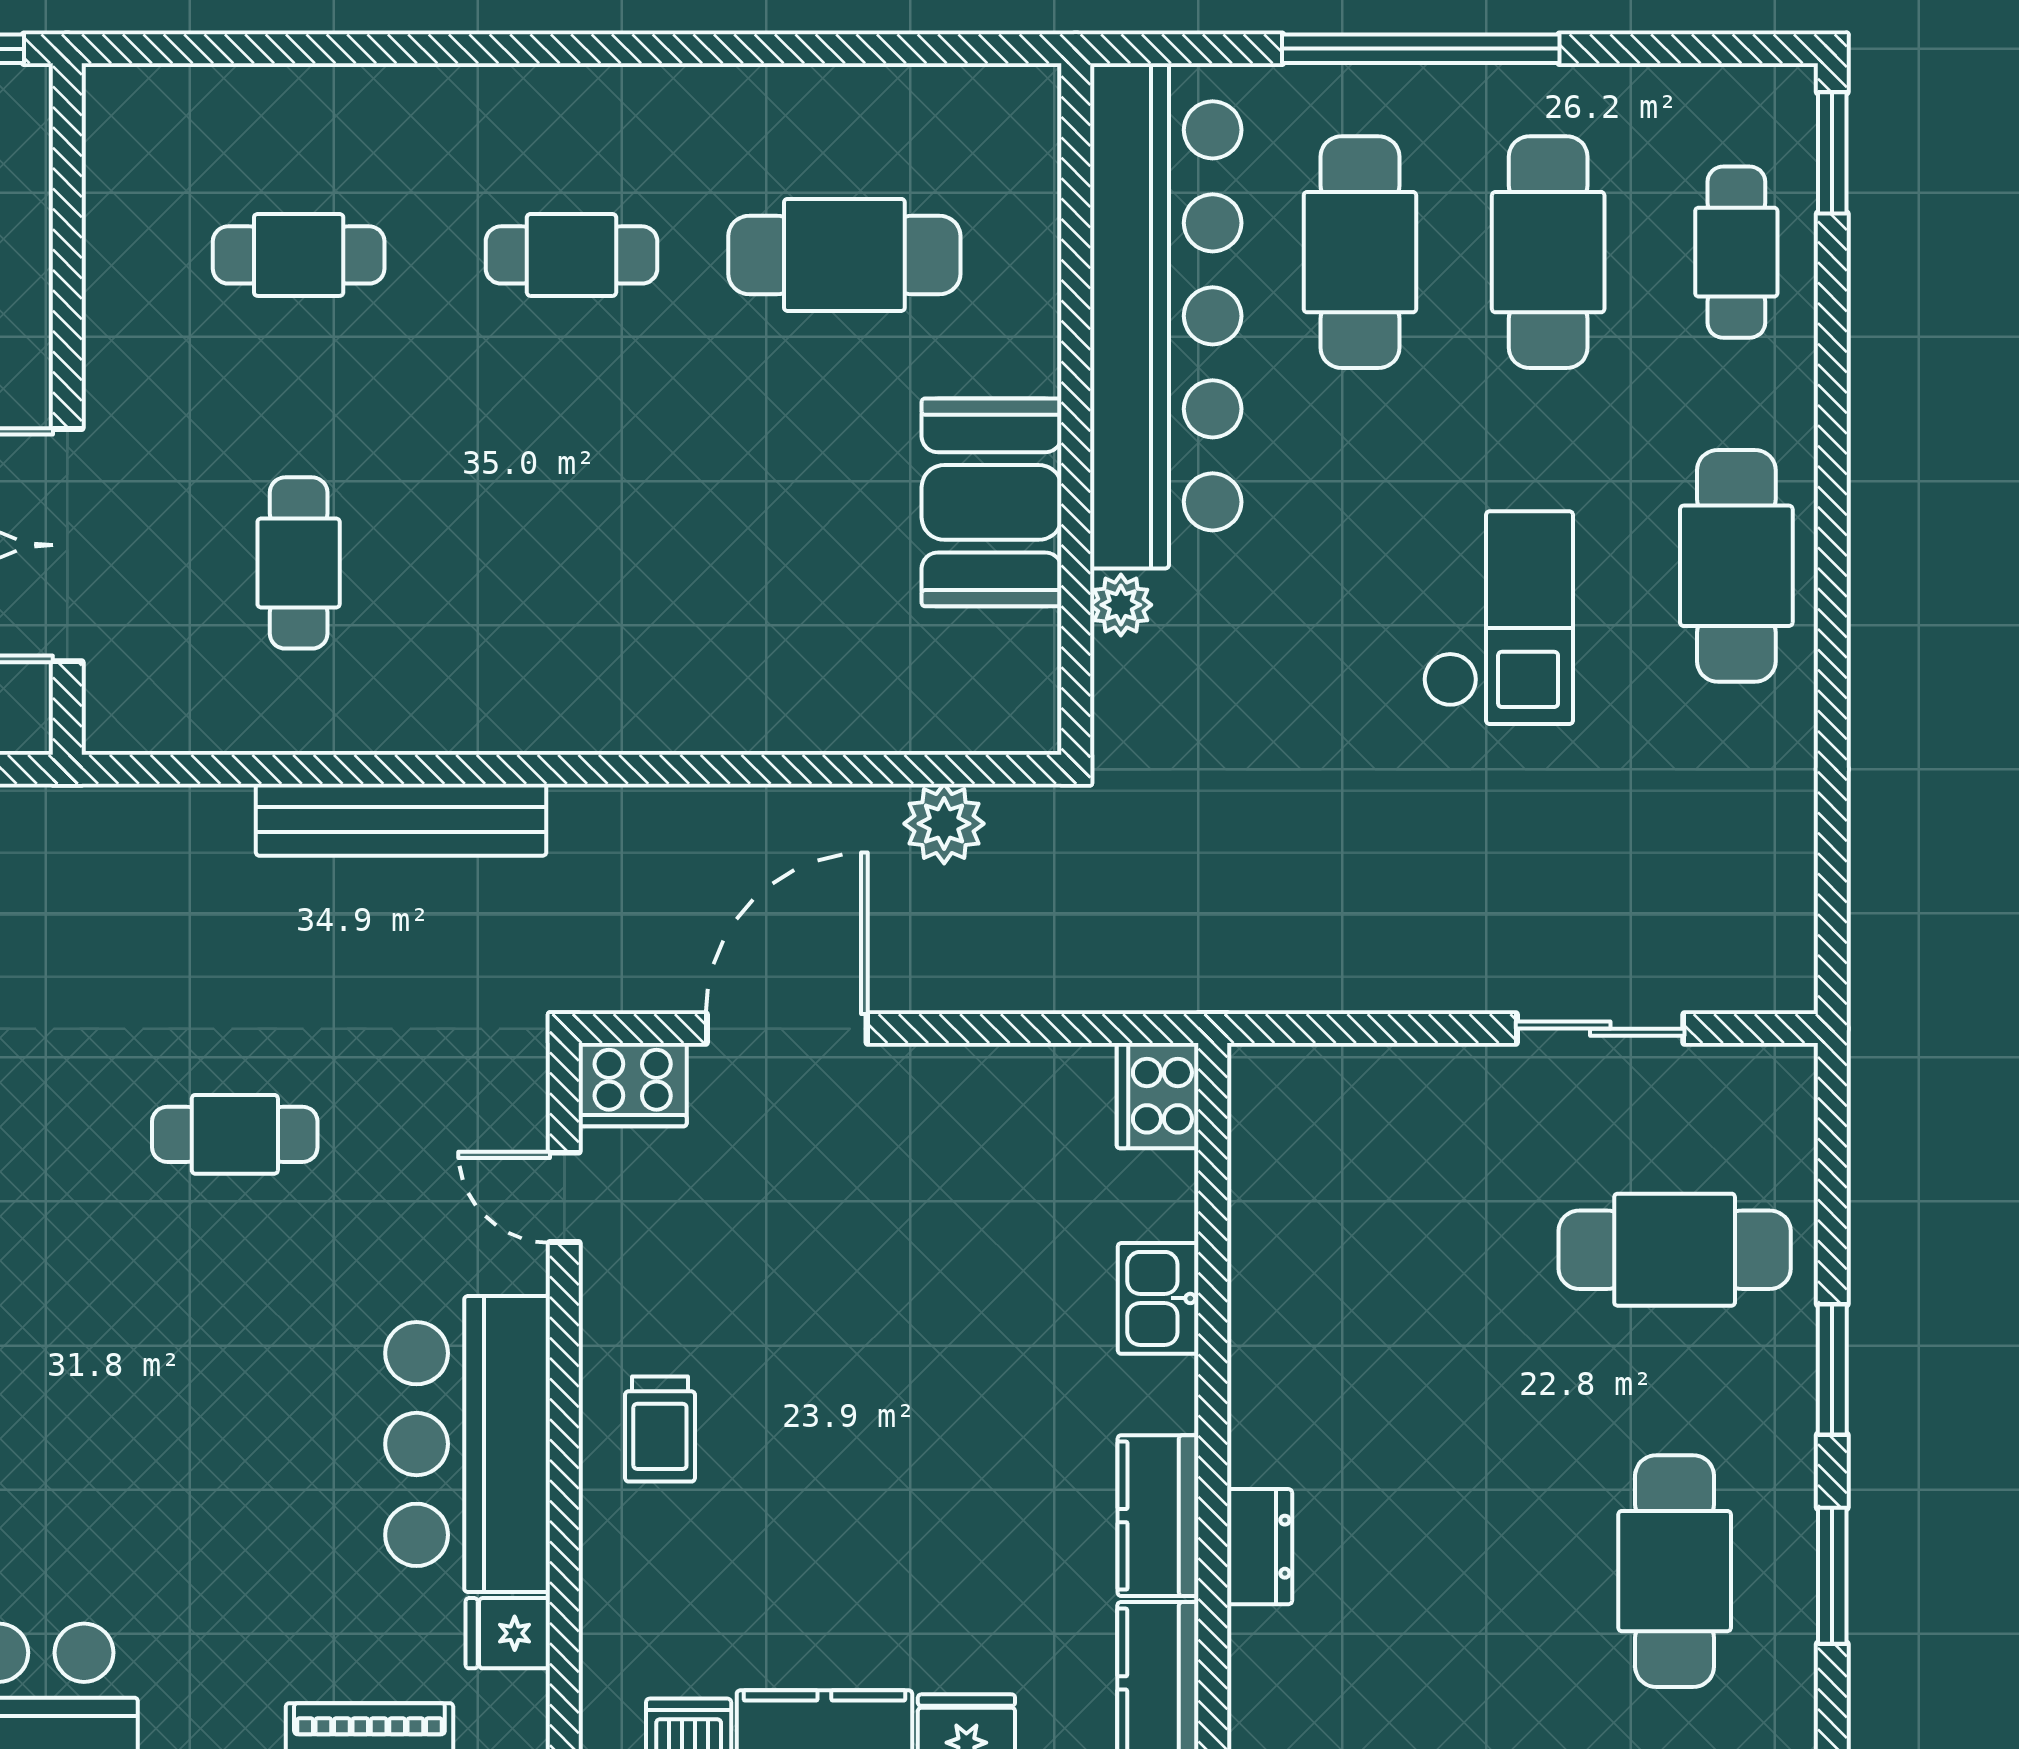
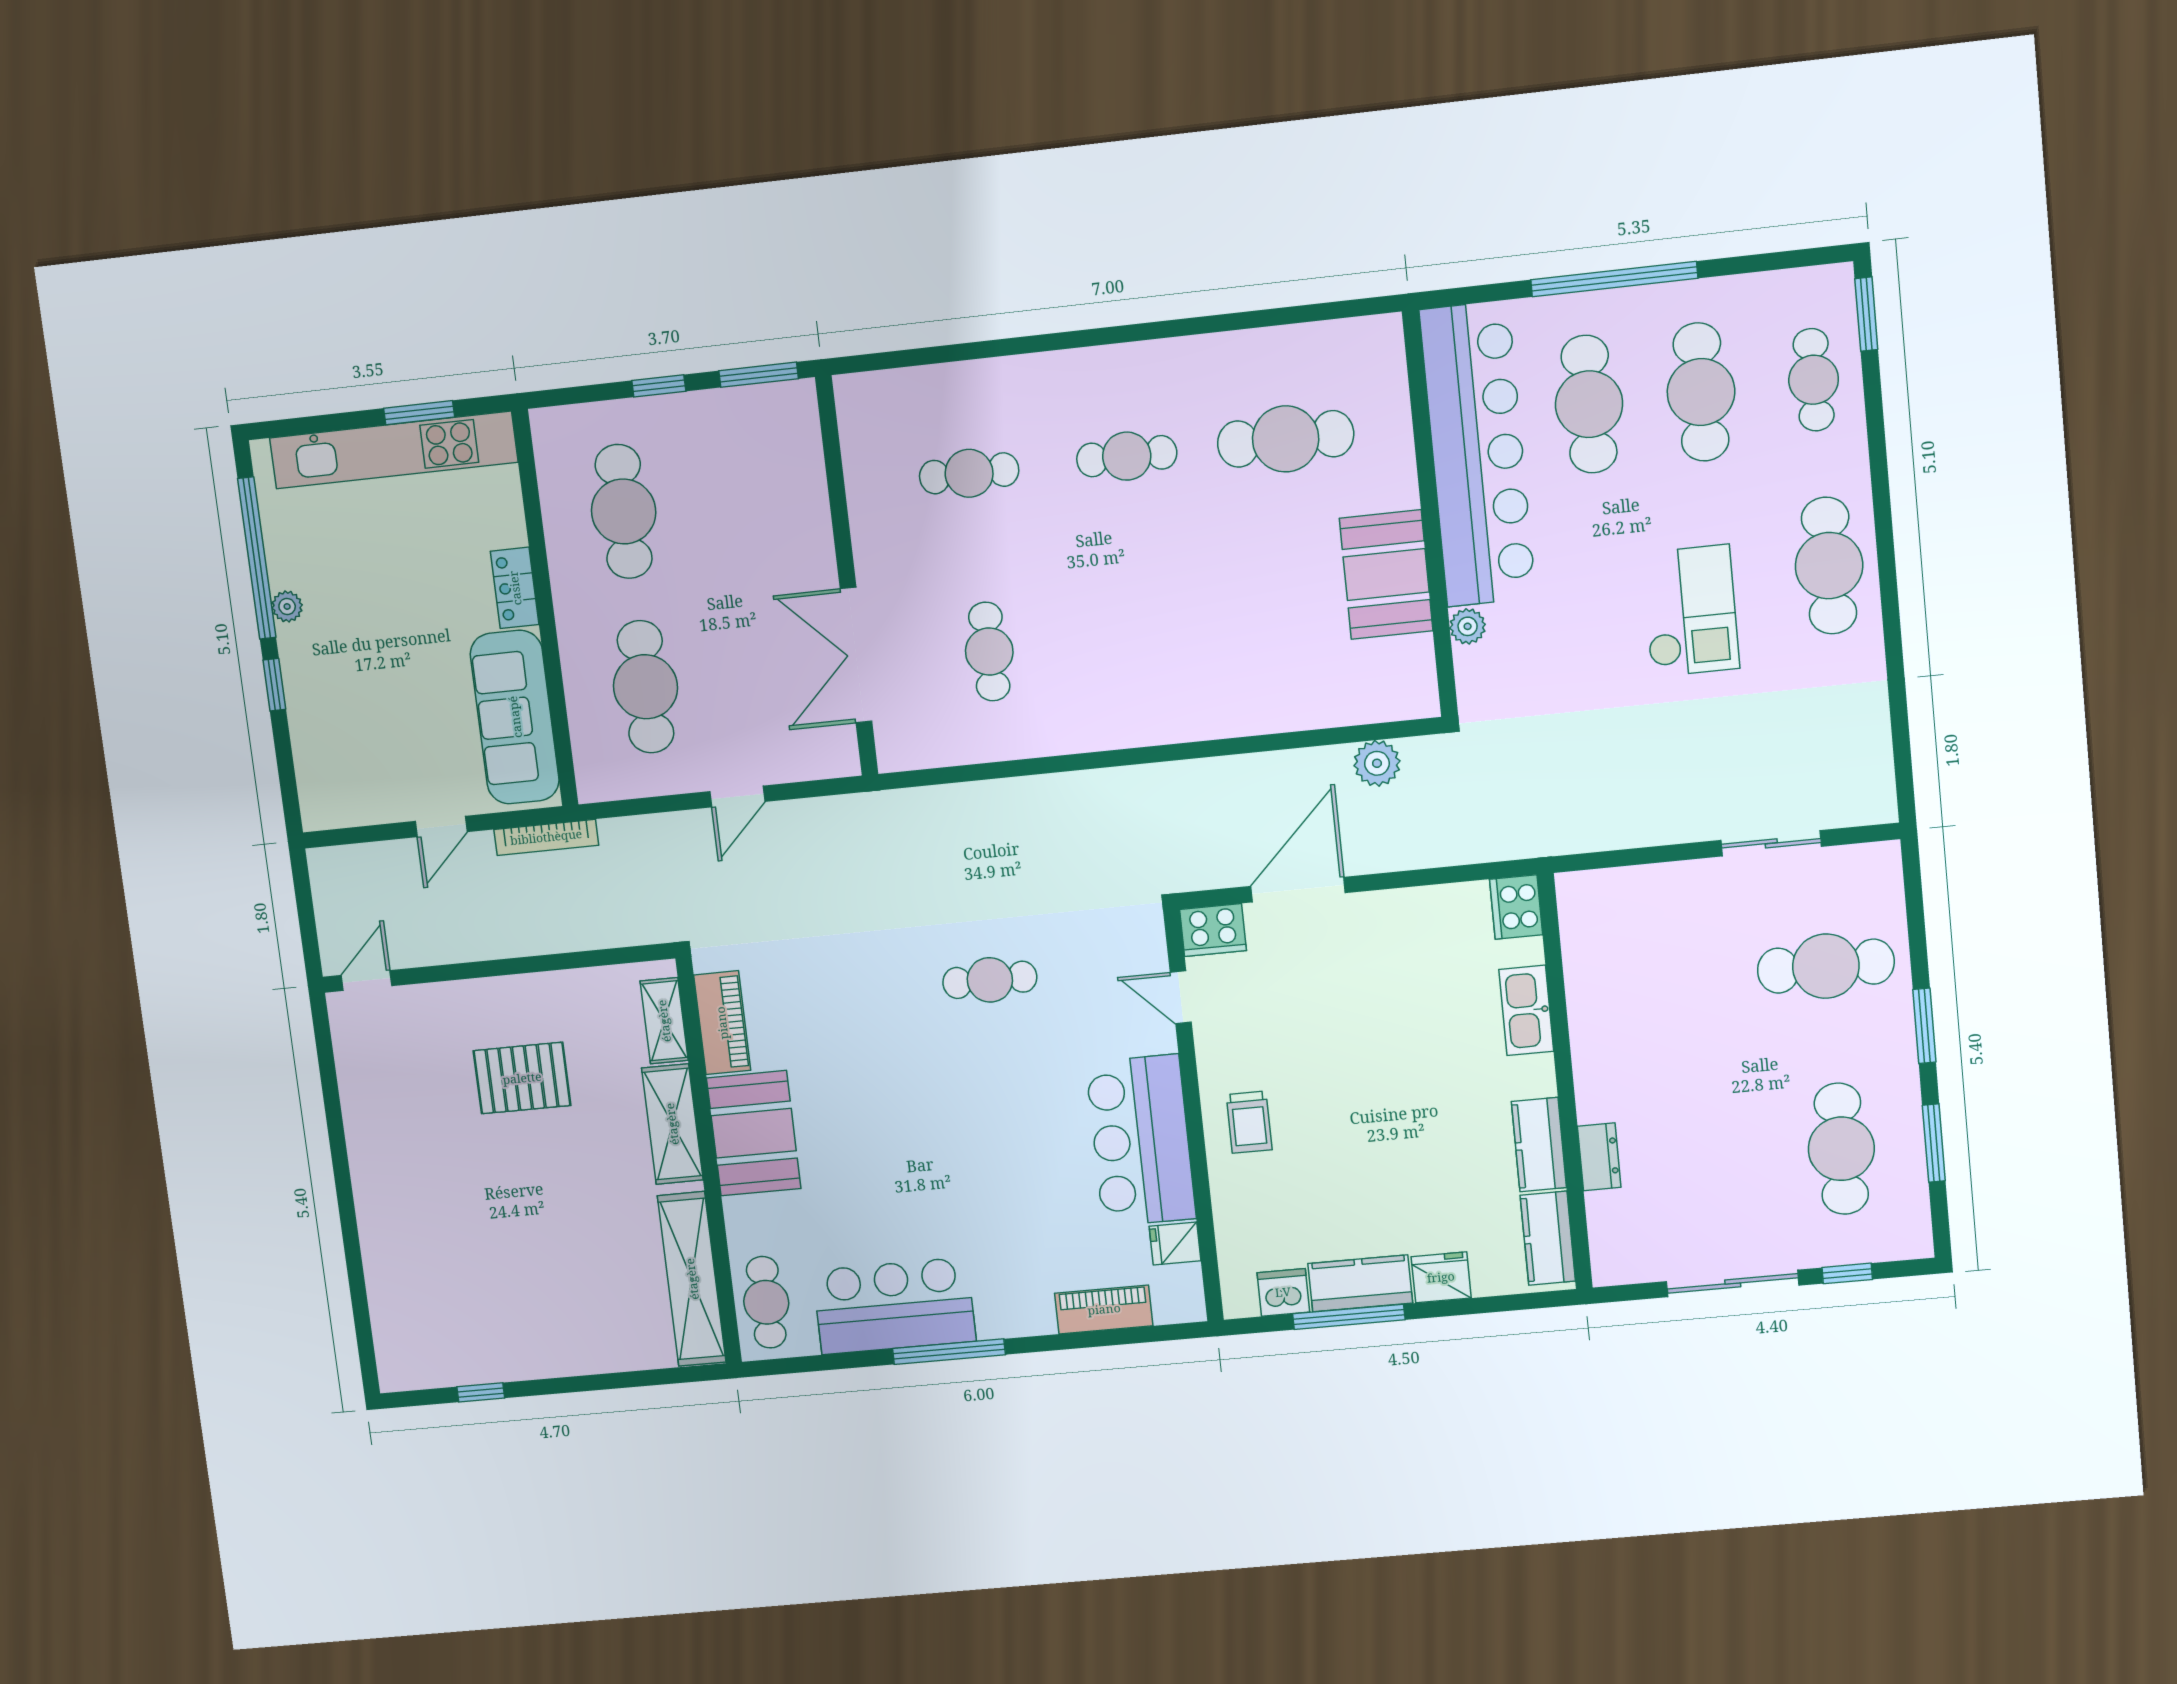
bench: (401, 820) -> (1064, 793), removed
kitchen sink: (1158, 1298) -> (1526, 1010), width x1.38

